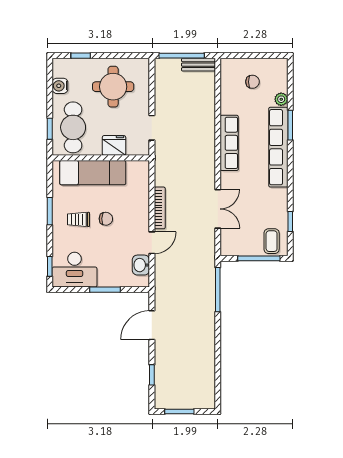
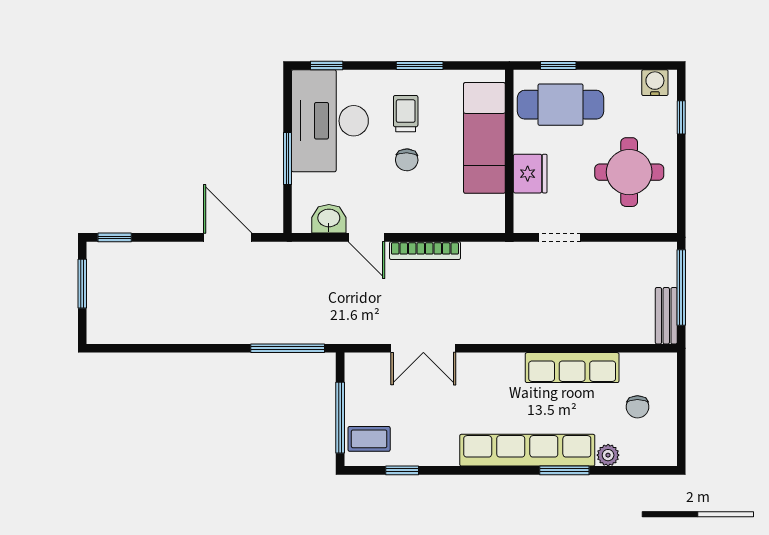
water cooler: (60, 86) -> (655, 83), moved
row of seats: (229, 143) -> (572, 368), moved
desk: (75, 270) -> (330, 121), width x1.36, depth x1.30
window: (152, 375) -> (115, 237), moved

